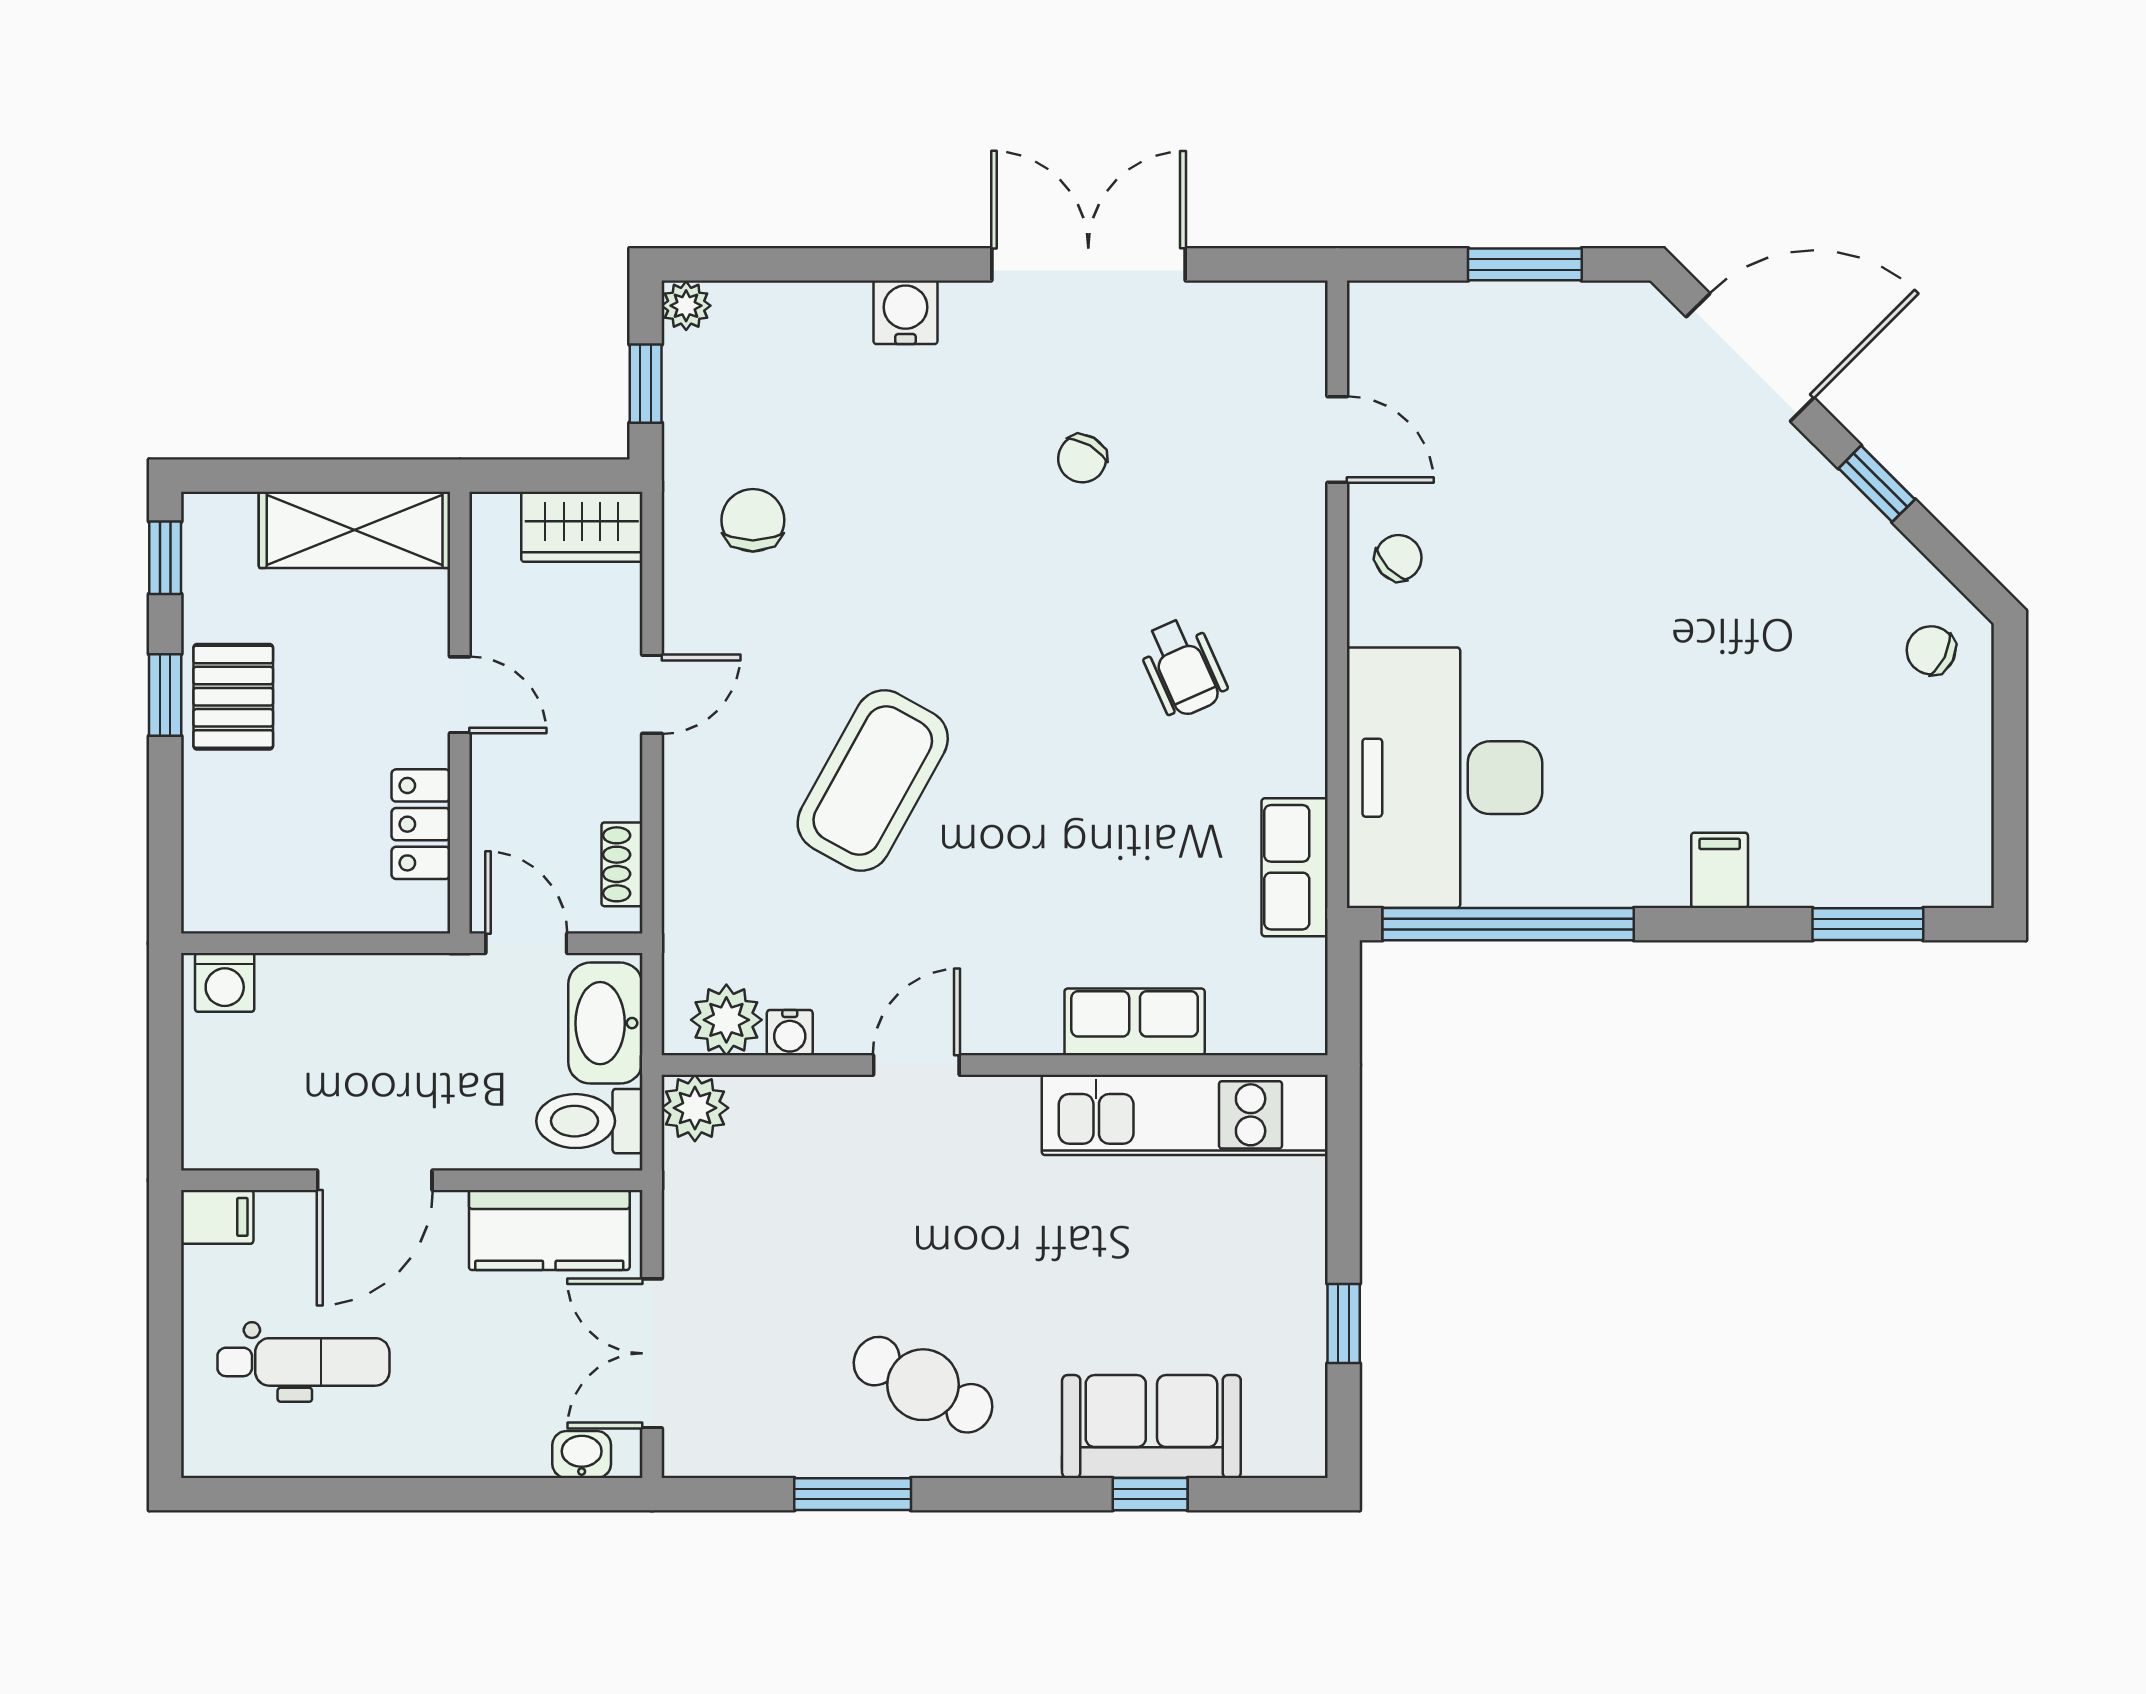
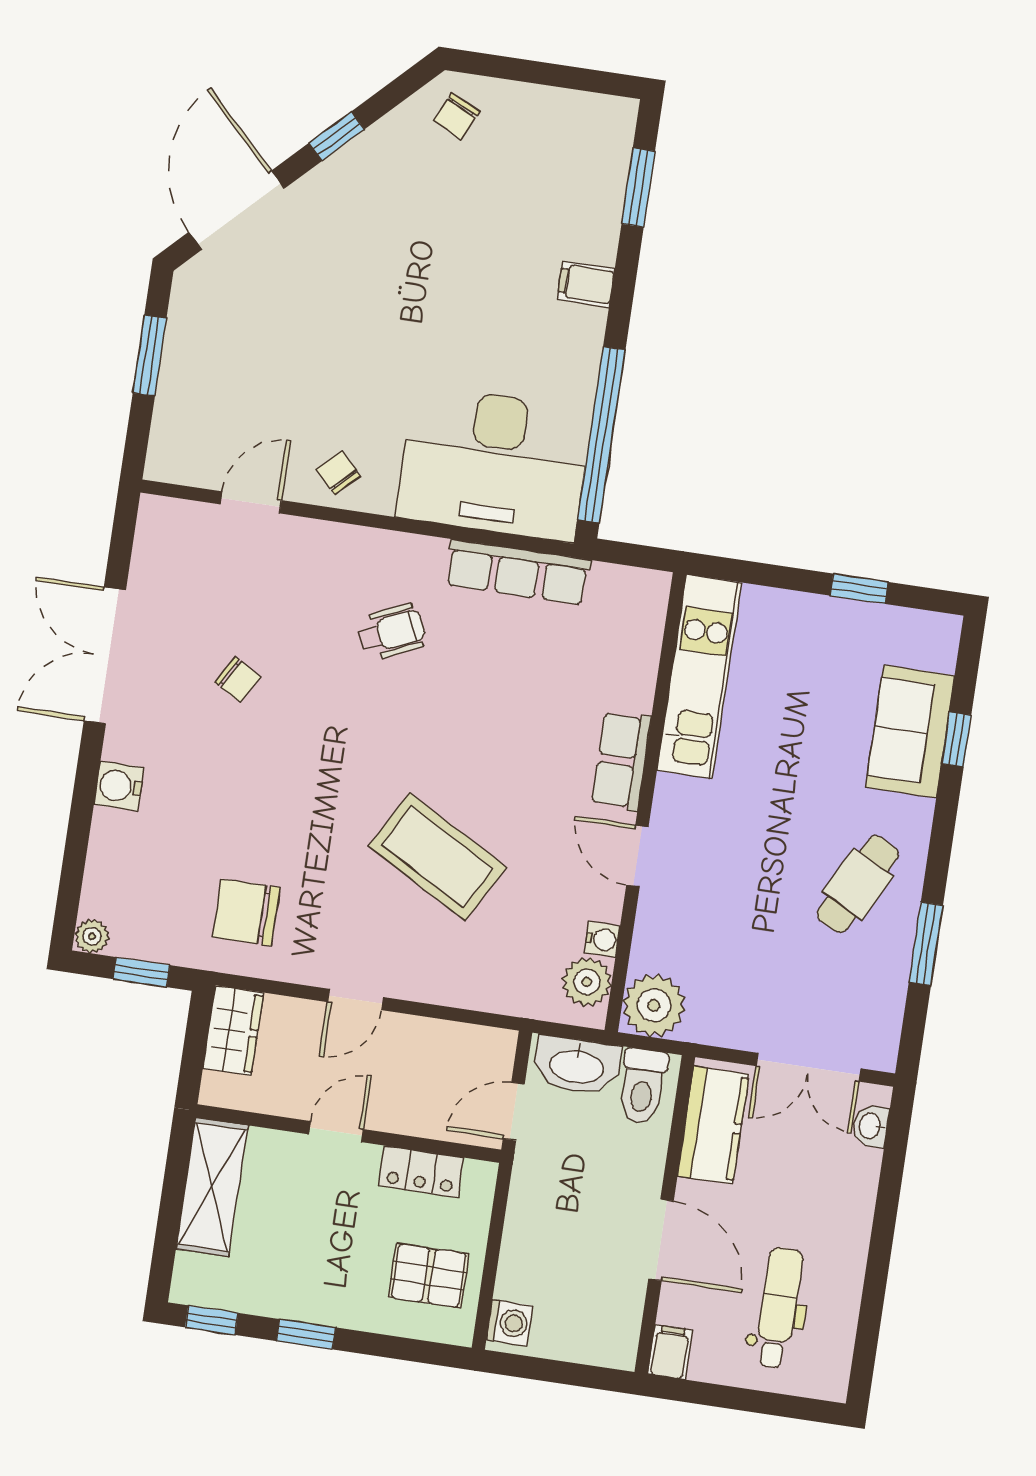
chair: (753, 520) -> (246, 912), width x1.37, depth x1.37
door: (652, 694) -> (355, 1000), swing flipped
pallet: (233, 697) -> (429, 1276), moved
shoe rack: (622, 864) -> (469, 1038), removed
row of seats: (1295, 867) -> (518, 572), width x1.48
row of seats: (1135, 1022) -> (621, 761), moved
plant: (695, 1108) -> (654, 1005), width x1.36, depth x1.36

